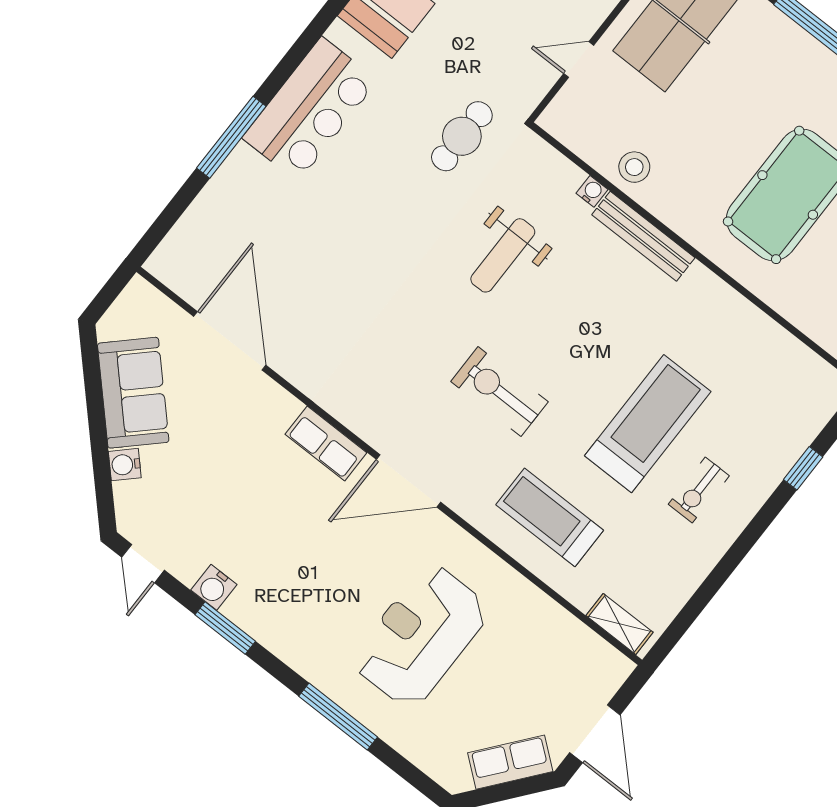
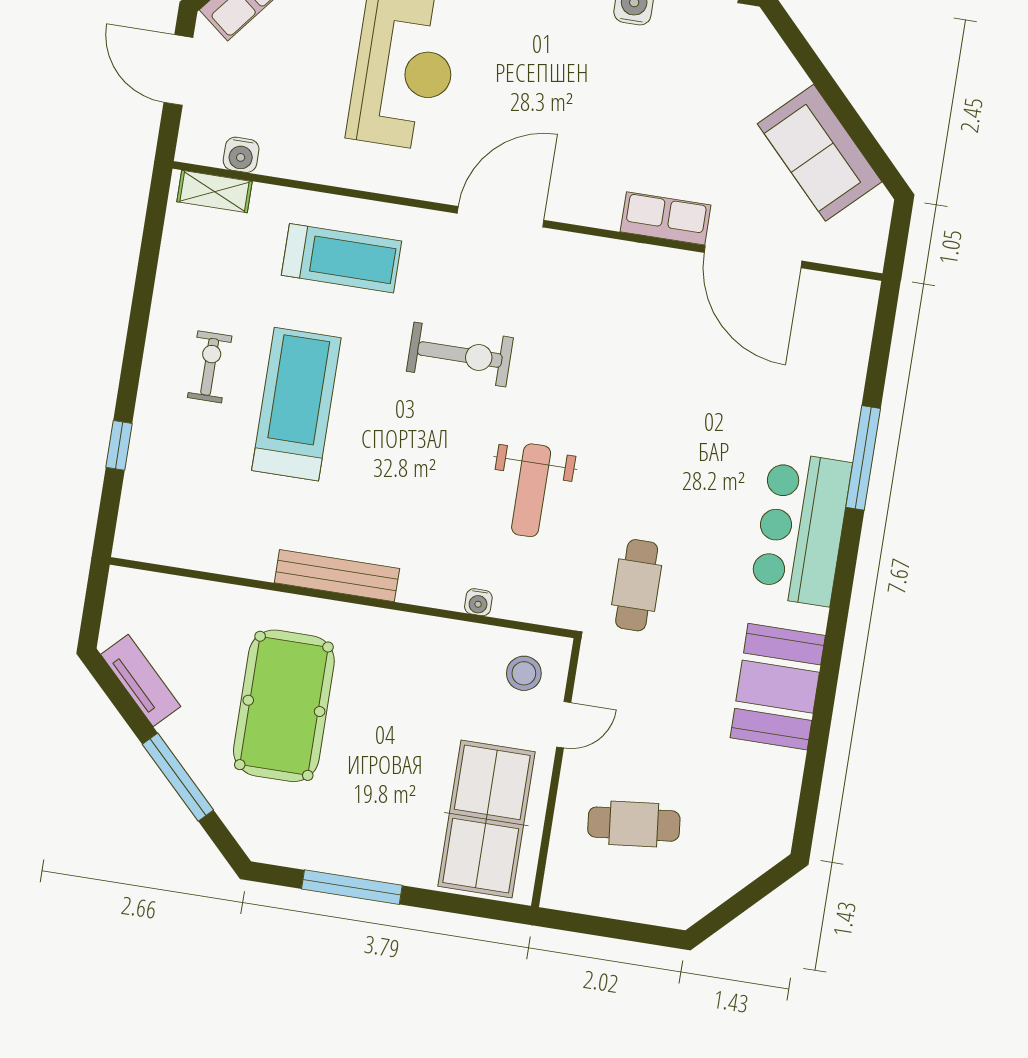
stool: (634, 167) -> (524, 673), moved
bench: (643, 236) -> (337, 576), moved
weight bench: (503, 255) -> (531, 490), turned 180
treadmill: (648, 424) -> (296, 404), turned 180
row of seats: (326, 444) -> (666, 218), moved
water cooler: (125, 465) -> (241, 155), moved, turned 134

